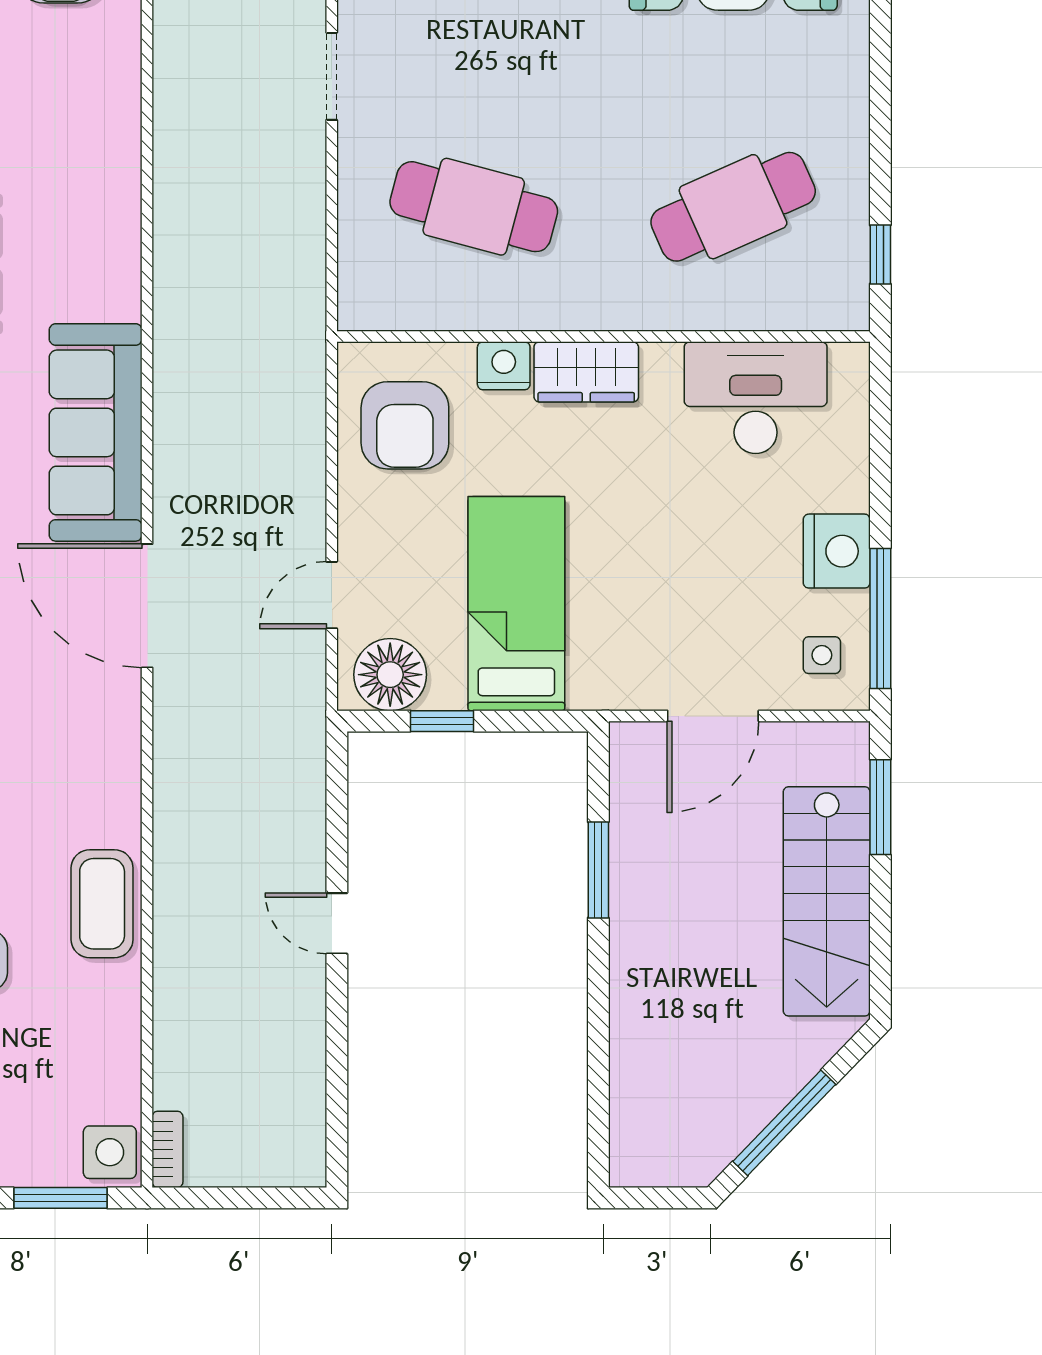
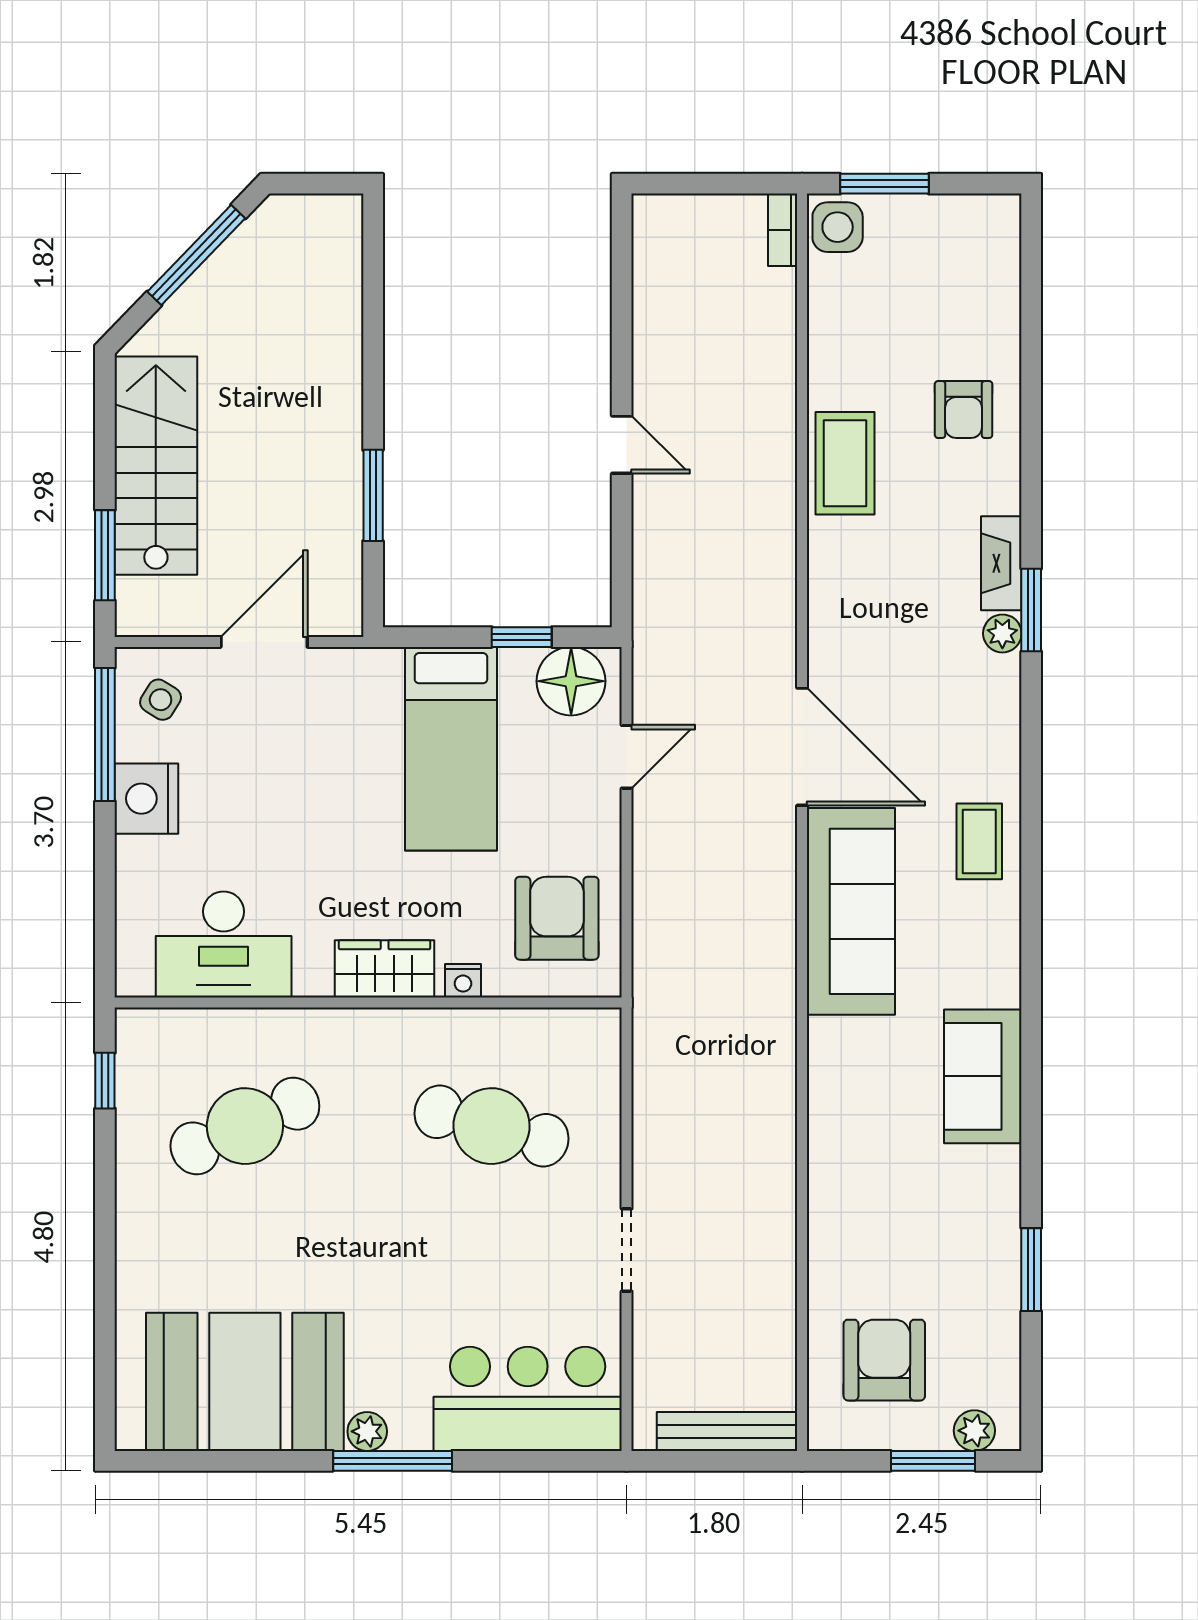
nightstand: (504, 366) -> (463, 981), width x0.72, depth x0.74
side table: (822, 655) -> (161, 700), turned 32

